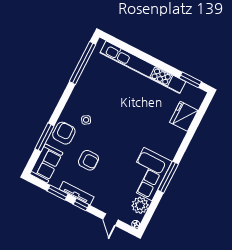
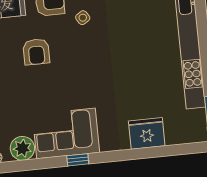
fridge: (184, 116) -> (147, 133), moved
window: (168, 177) -> (78, 160), width x0.46

